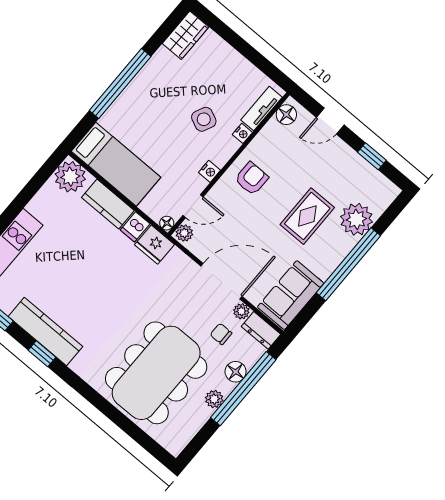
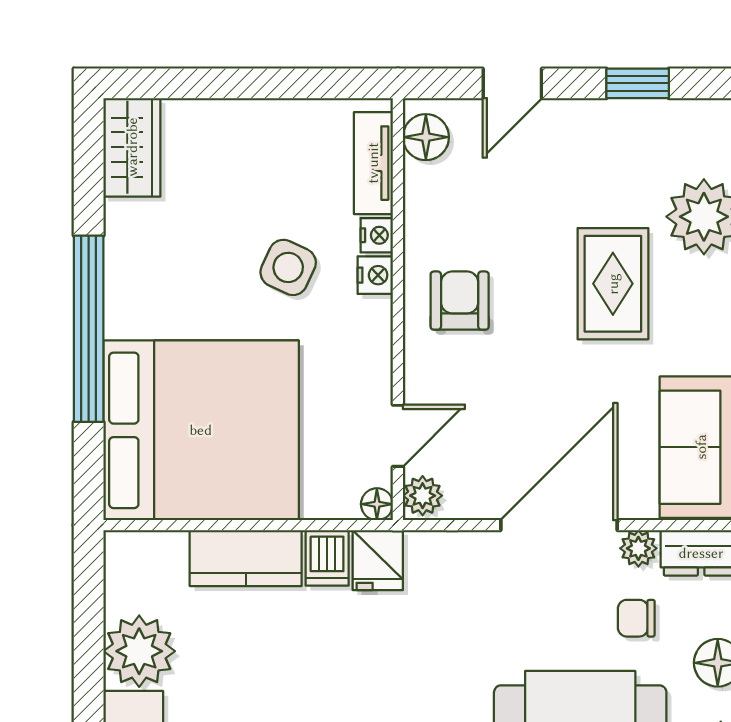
bed: (116, 164) -> (201, 430), width x2.04
nightstand: (209, 171) -> (375, 275), moved
plant: (70, 177) -> (139, 651), moved
fridge: (155, 245) -> (378, 560), width x0.72

